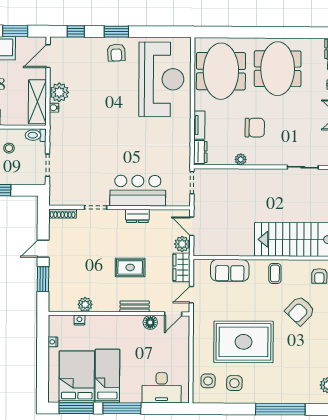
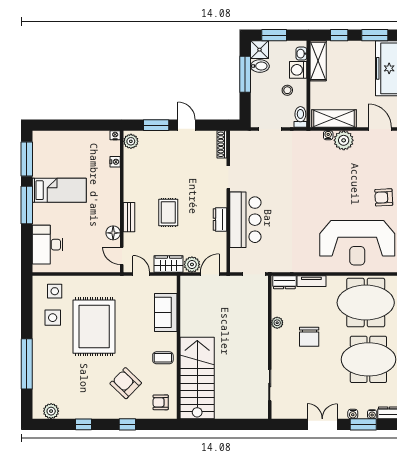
plant: (85, 304) -> (131, 141), moved
nightstand: (53, 342) -> (115, 135), moved
bed: (77, 377) -> (58, 159), removed

